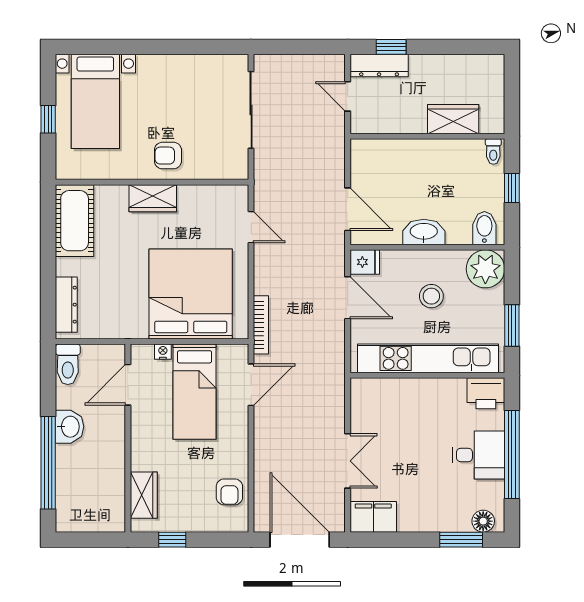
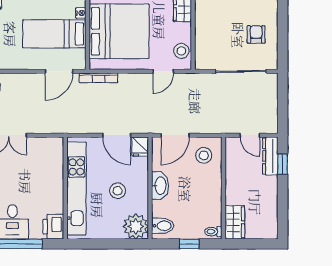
door: (348, 96) -> (250, 135), swing flipped
wardrobe: (453, 119) -> (235, 222), moved
armchair: (168, 156) -> (256, 34), moved
stool: (378, 166) -> (204, 155), added
stool: (220, 200) -> (181, 51), added
door: (348, 298) -> (117, 135), hinge flipped
window: (512, 326) -> (98, 244), removed
door: (251, 385) -> (59, 71), hinge flipped

